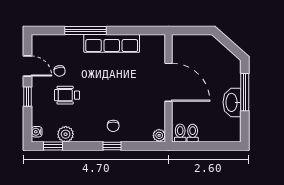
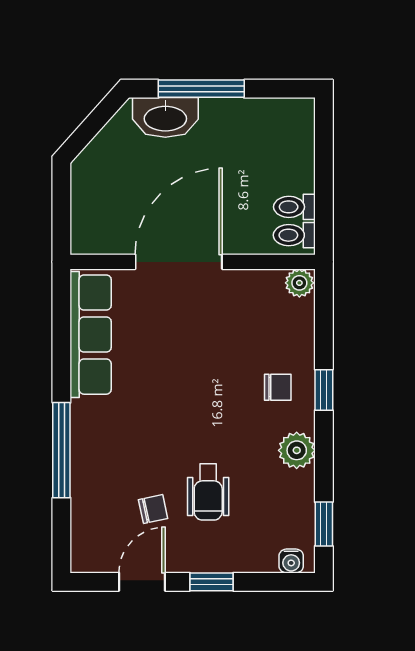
row of seats: (112, 43) -> (91, 335), moved
washbasin: (232, 102) -> (165, 117), moved
plant: (66, 134) -> (297, 450), moved

